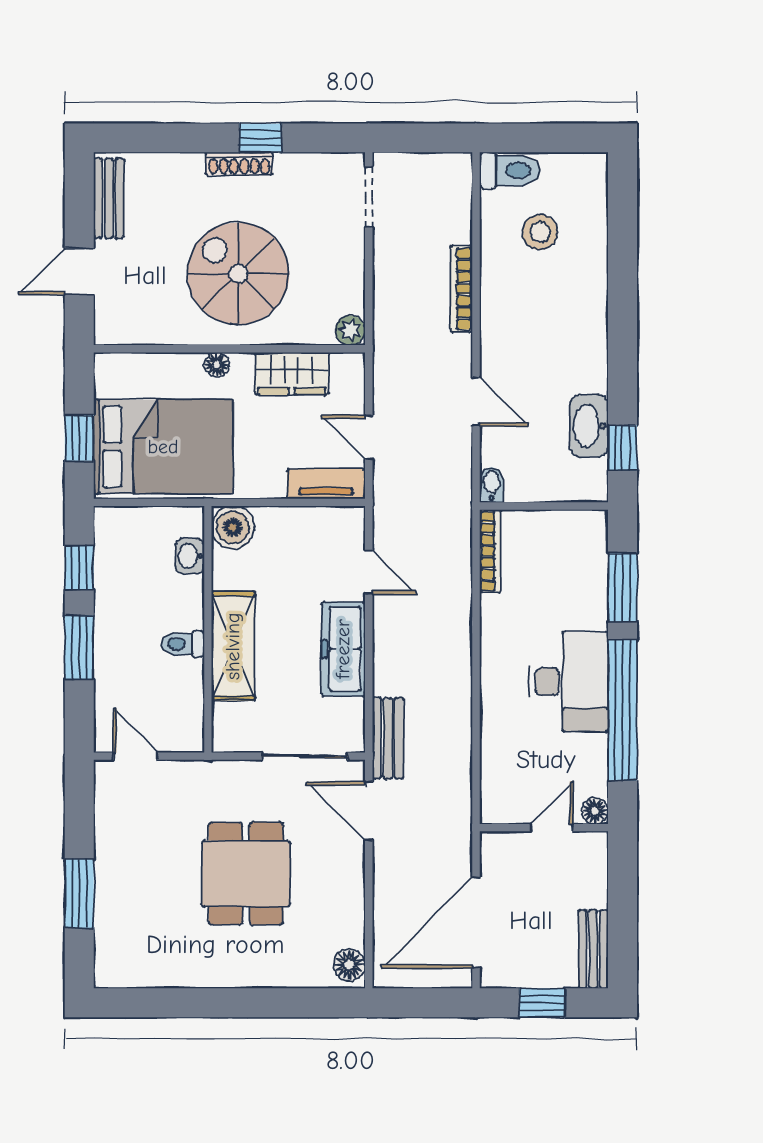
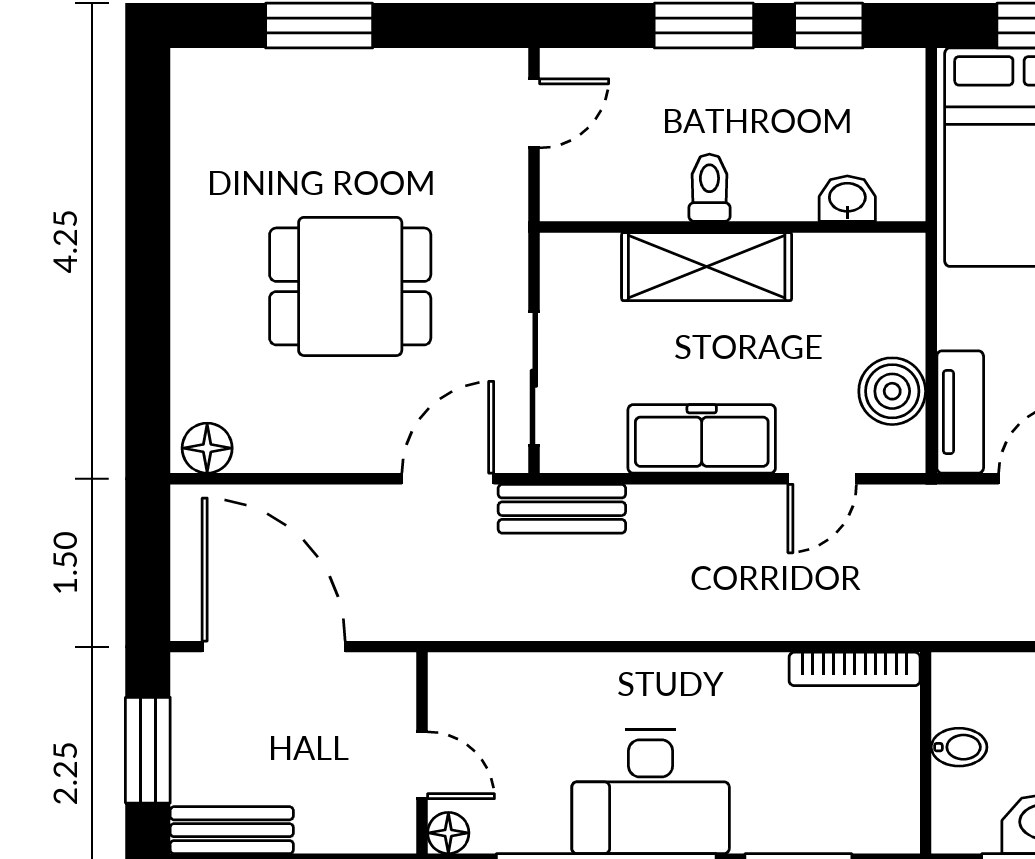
bidet: (492, 485) -> (959, 747), moved
boiler: (233, 527) -> (892, 391), moved
window: (542, 1003) -> (148, 750), width x1.50

